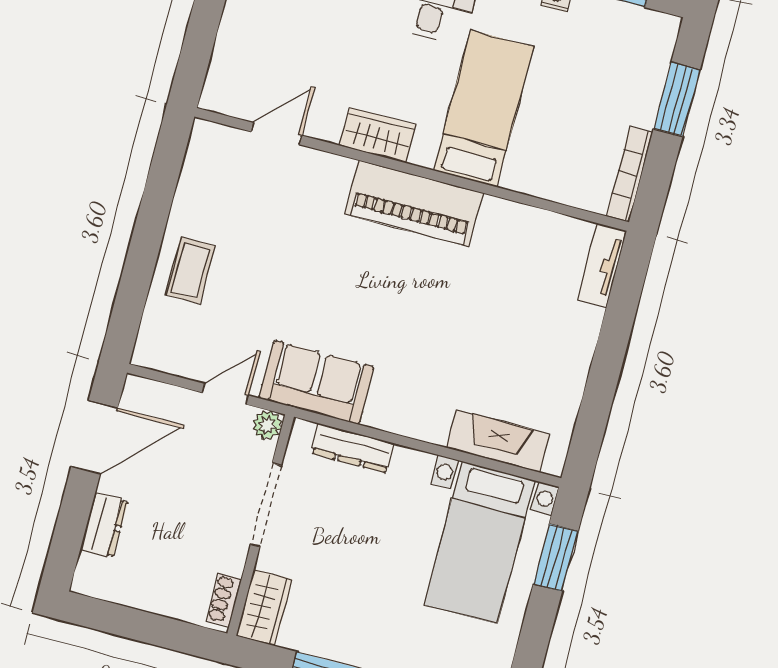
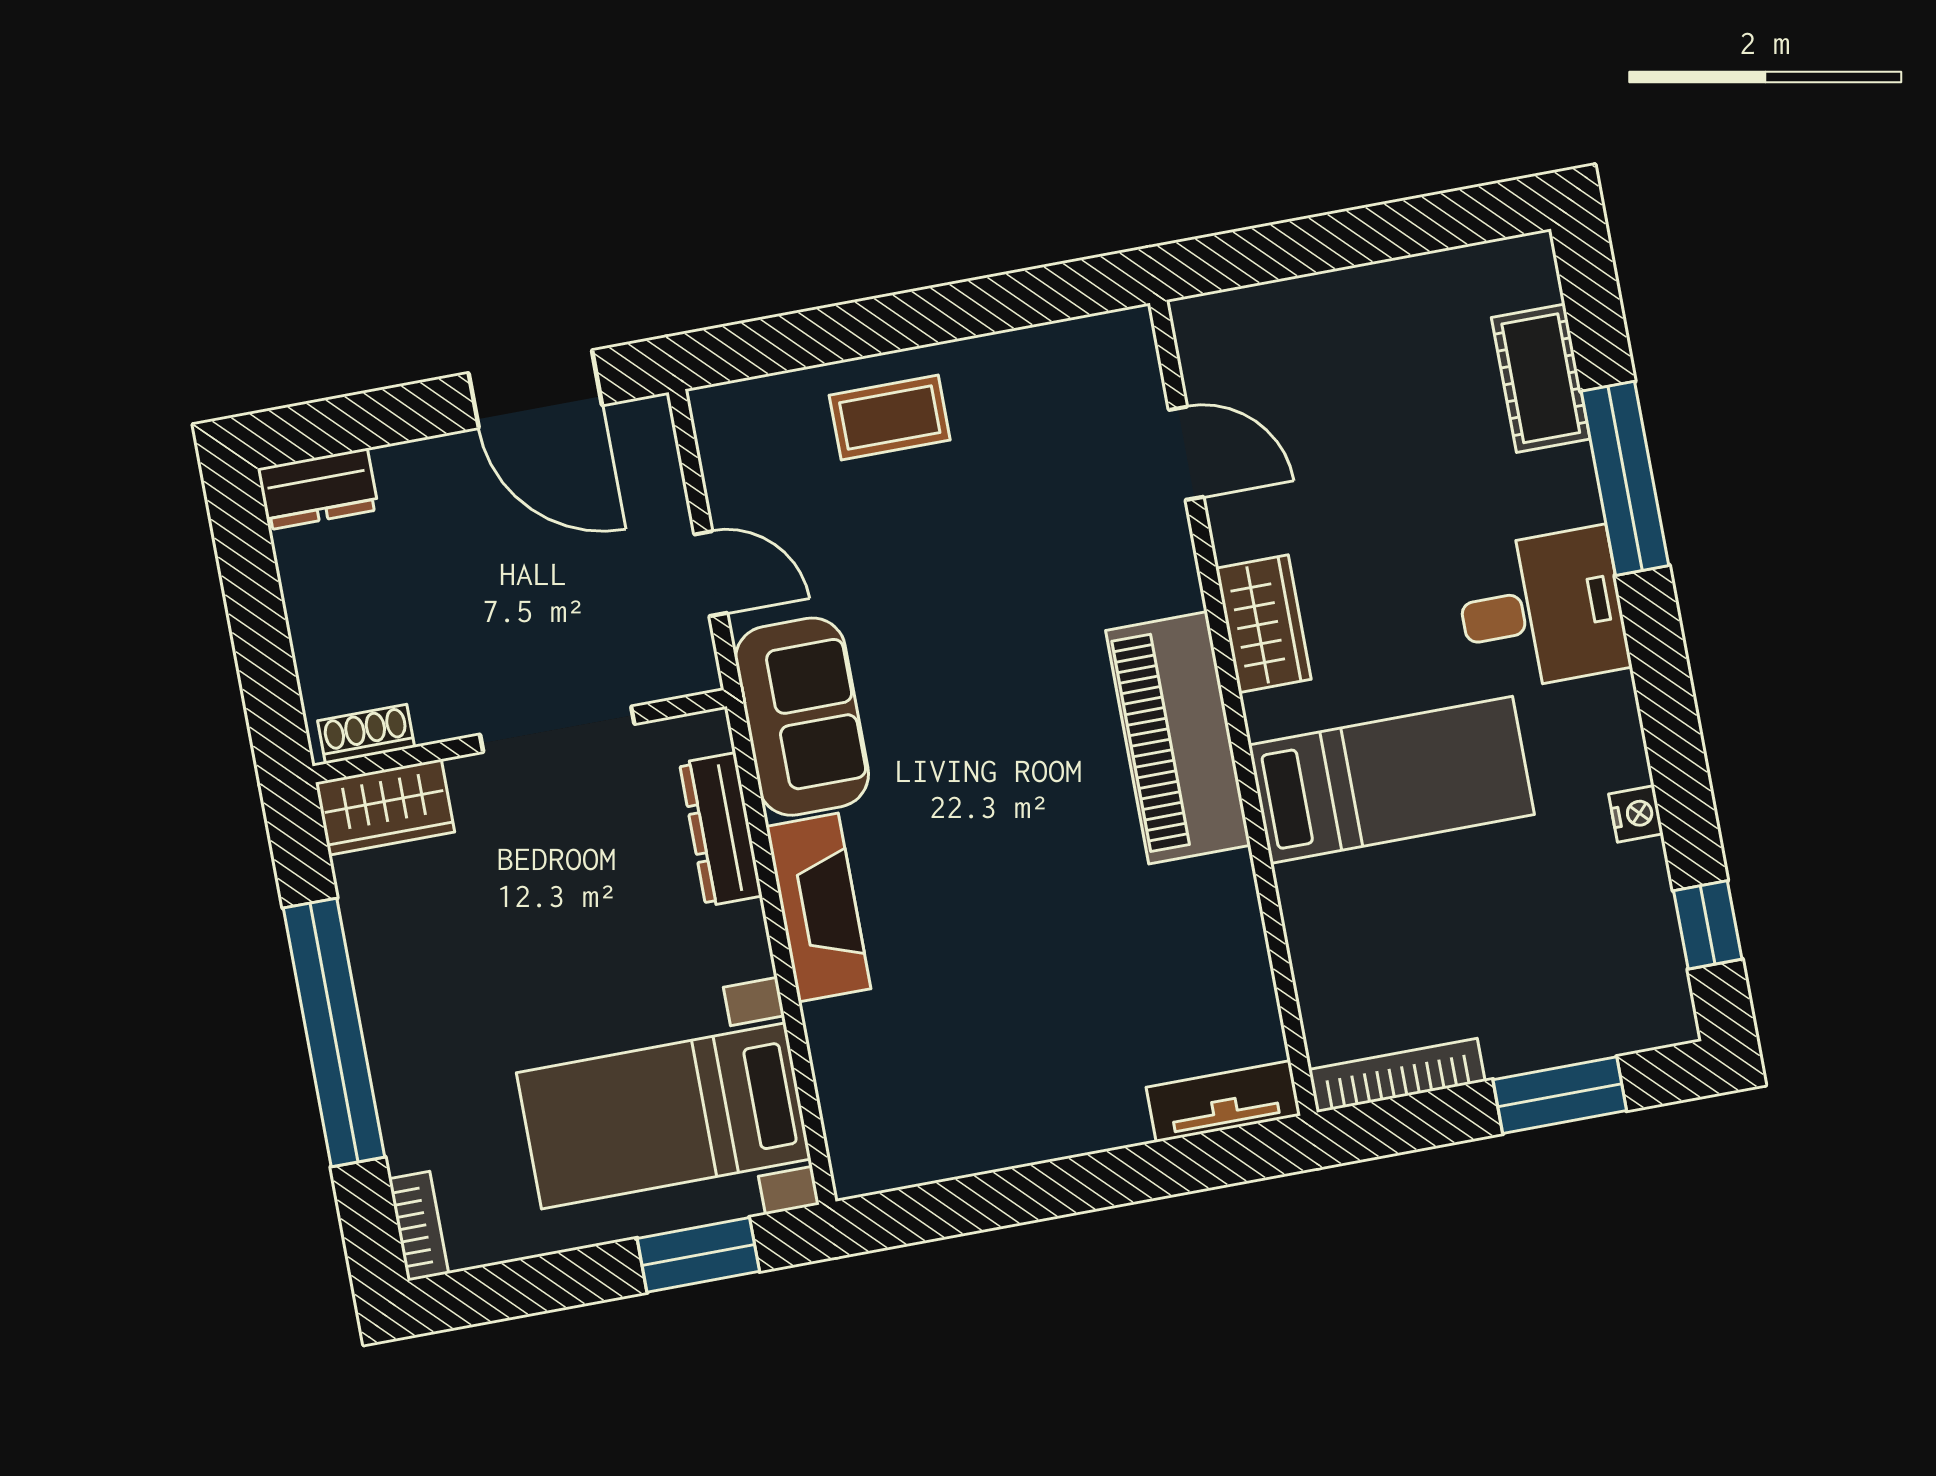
plant: (267, 425) -> (692, 668), removed
fireplace: (498, 441) -> (818, 908), moved
dresser: (104, 525) -> (318, 489), moved

